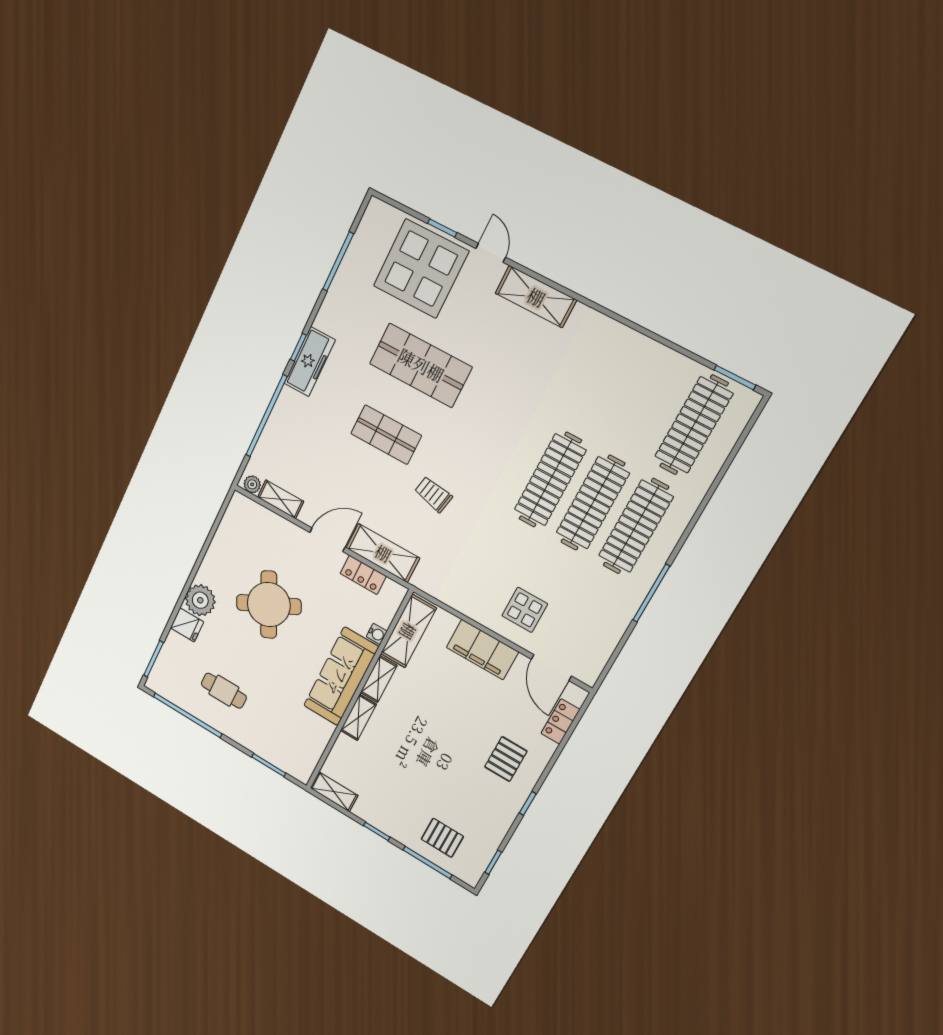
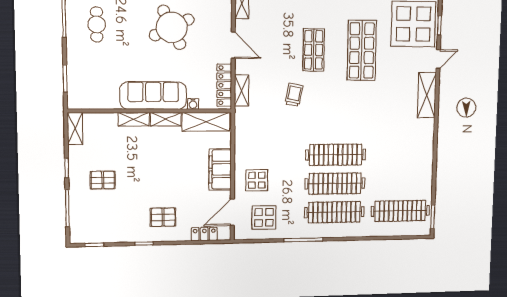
shelving: (383, 553) -> (242, 91), width x0.67, depth x0.75
locker: (363, 575) -> (224, 85), width x1.53
display table: (584, 630) -> (264, 217), added
pallet: (442, 838) -> (103, 180), moved, turned 90

